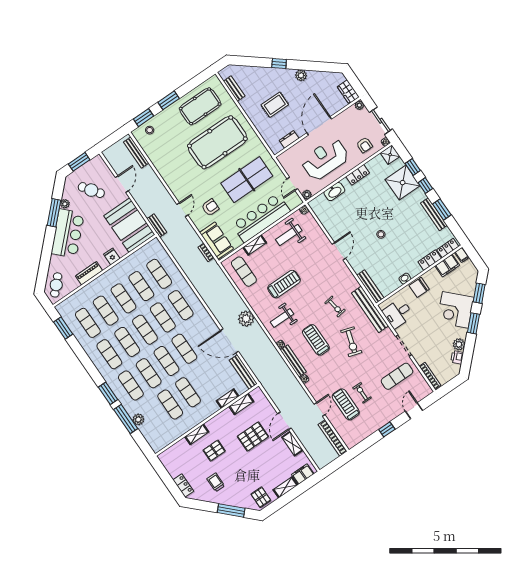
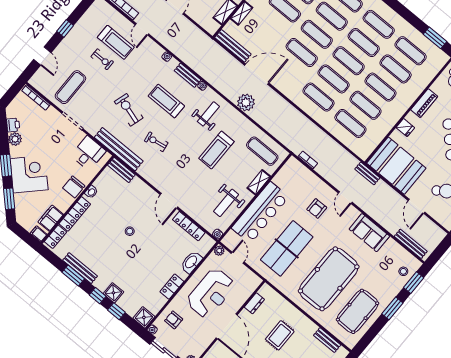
shower: (403, 183) -> (113, 293), width x0.54, depth x0.54
locker: (327, 224) -> (189, 226), added
weight bench: (289, 235) -> (226, 203), turned 180
sofa: (216, 241) -> (369, 233), moved
locker: (430, 260) -> (75, 214), width x1.53
bench: (370, 287) -> (121, 170), width x0.73
chair: (419, 287) -> (74, 187), turned 180
treadmill: (316, 340) -> (166, 101), turned 180
bench: (293, 361) -> (188, 75), width x0.73

